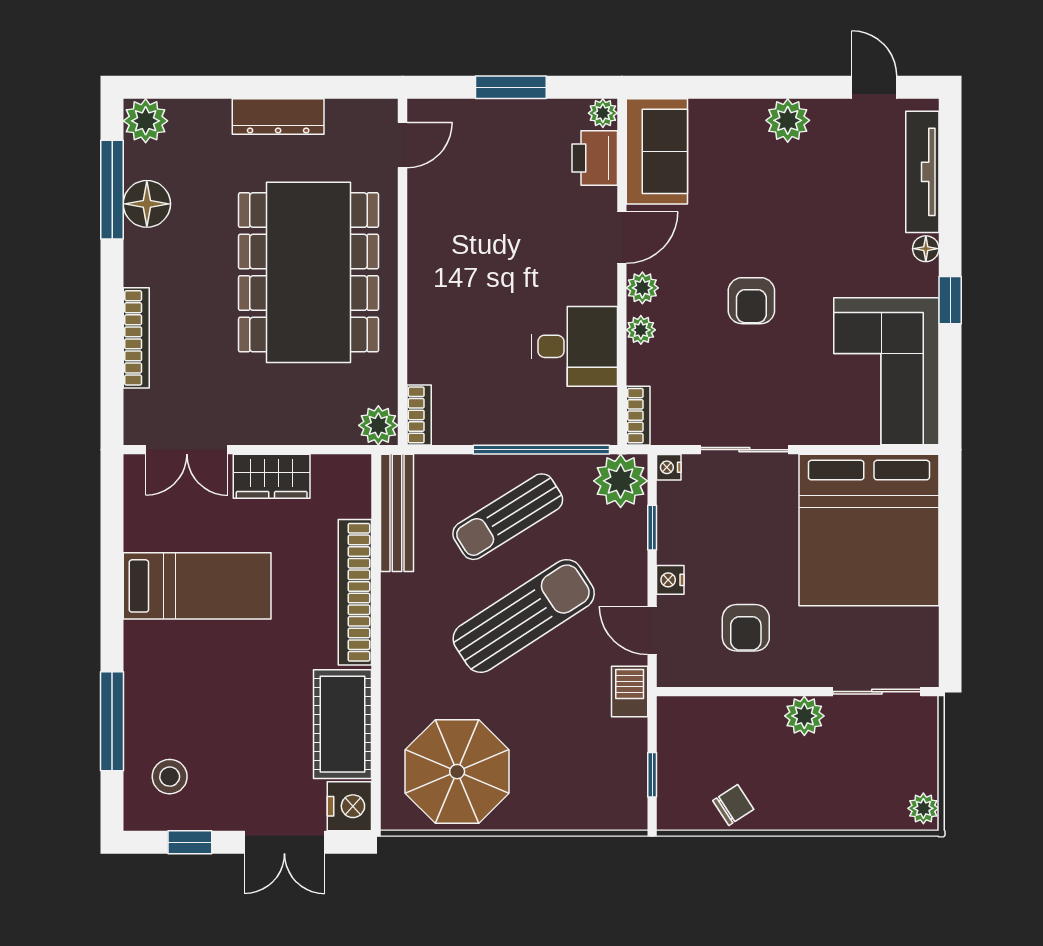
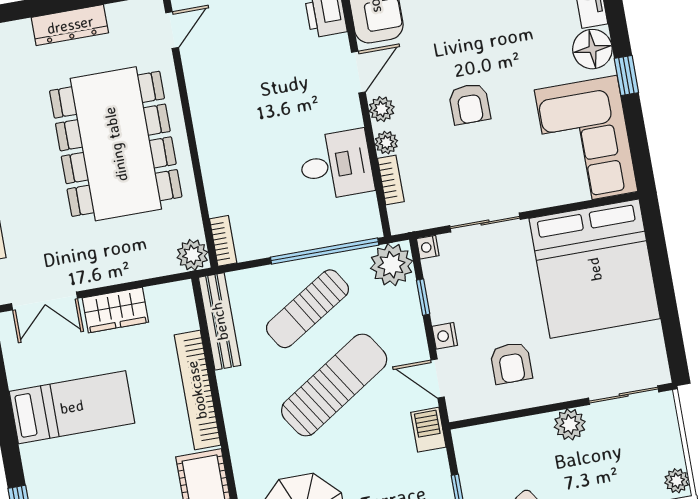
floor lamp: (926, 249) -> (592, 49), width x1.89, depth x1.89
bookcase: (638, 416) -> (391, 180), moved

